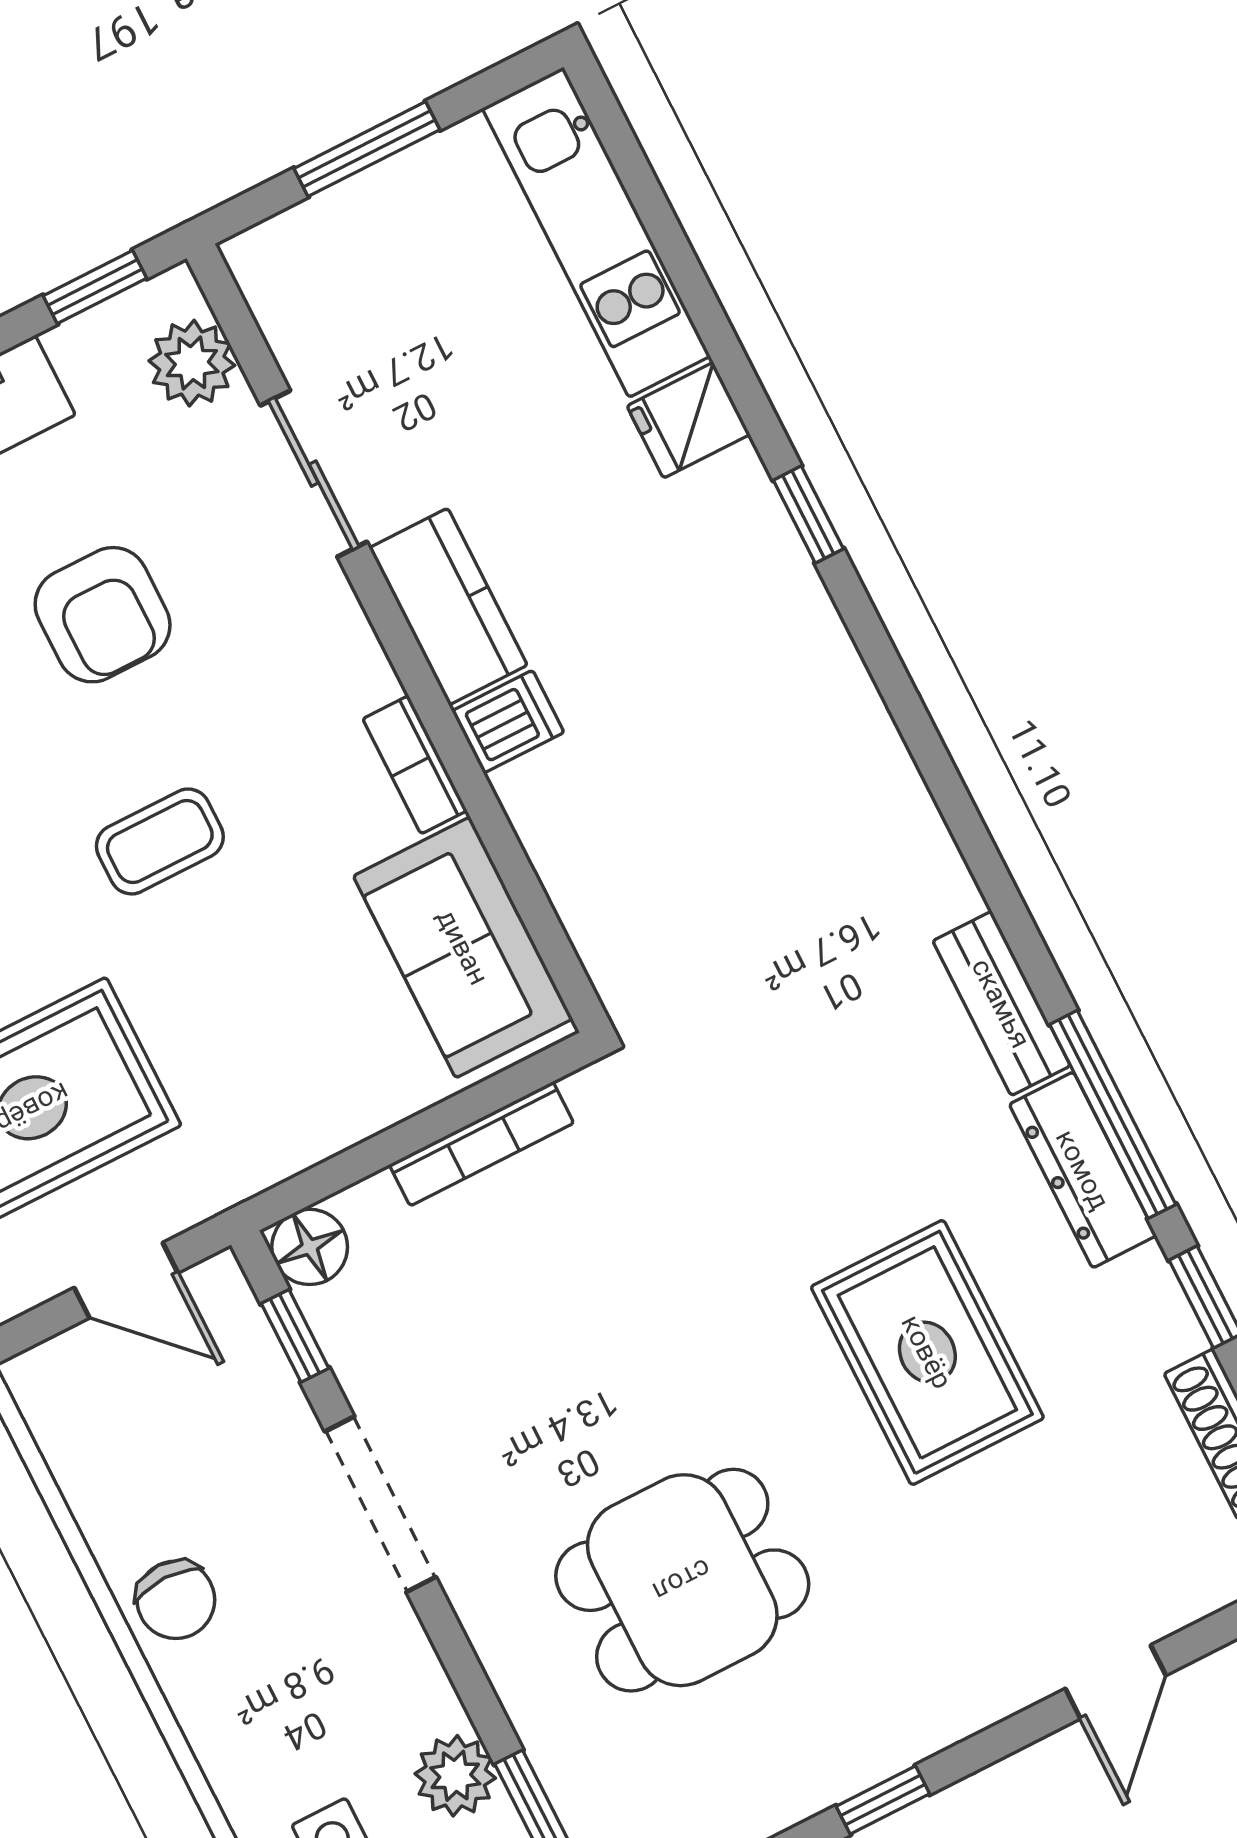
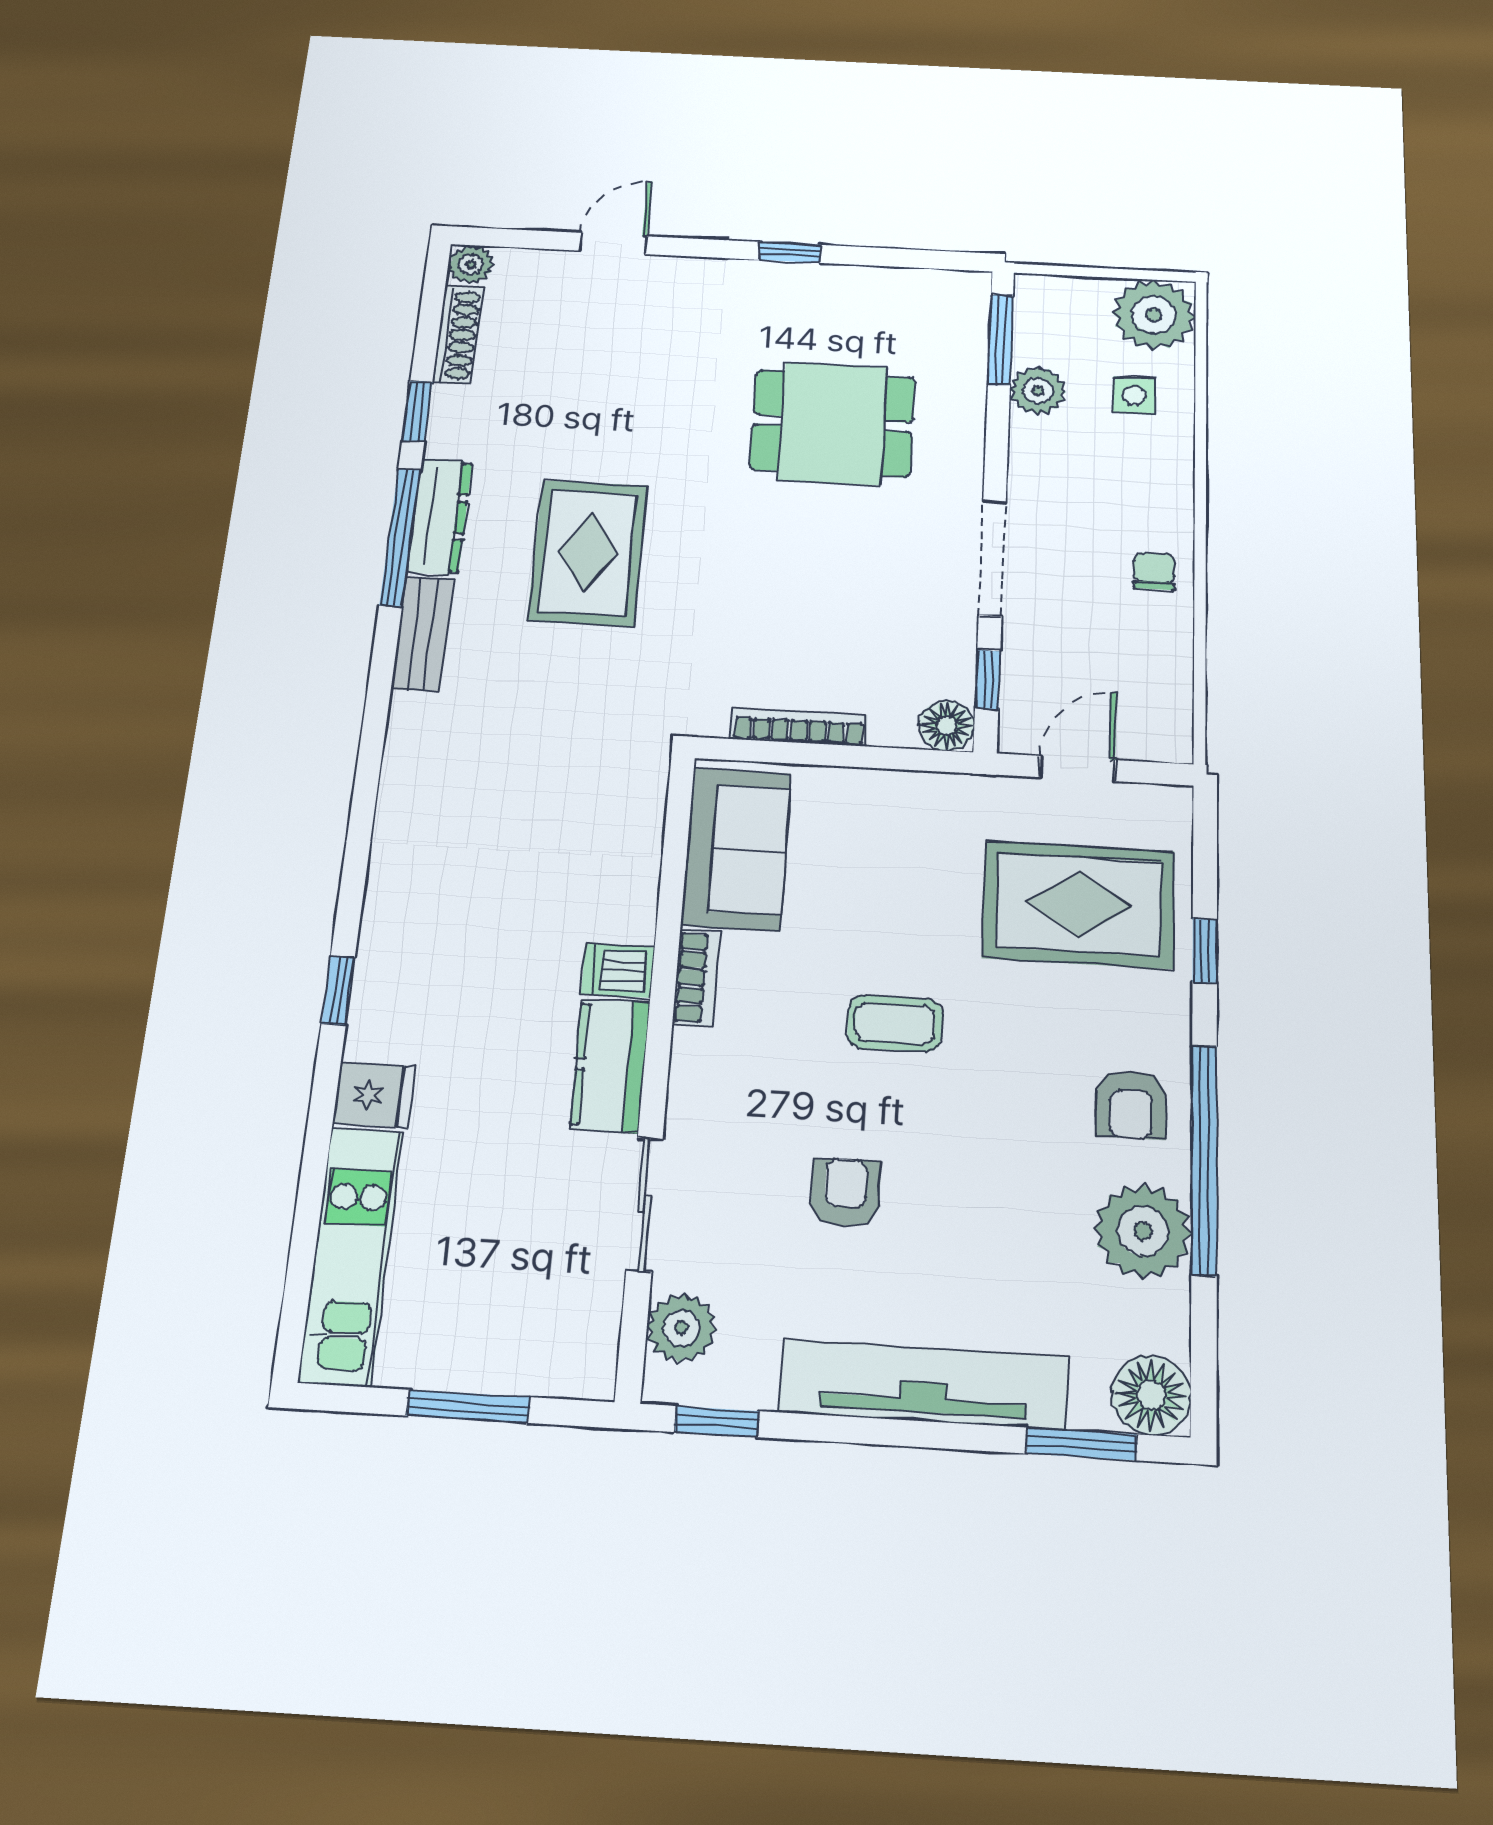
armchair: (103, 615) -> (846, 1193), width x0.72, depth x0.72
door: (126, 1280) -> (1078, 769), hinge flipped
rug: (927, 1352) -> (588, 553), moved
chair: (176, 1600) -> (1154, 571), width x0.73, depth x0.73

